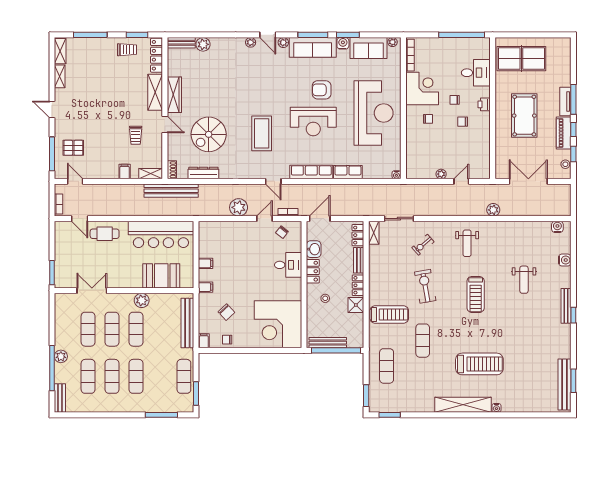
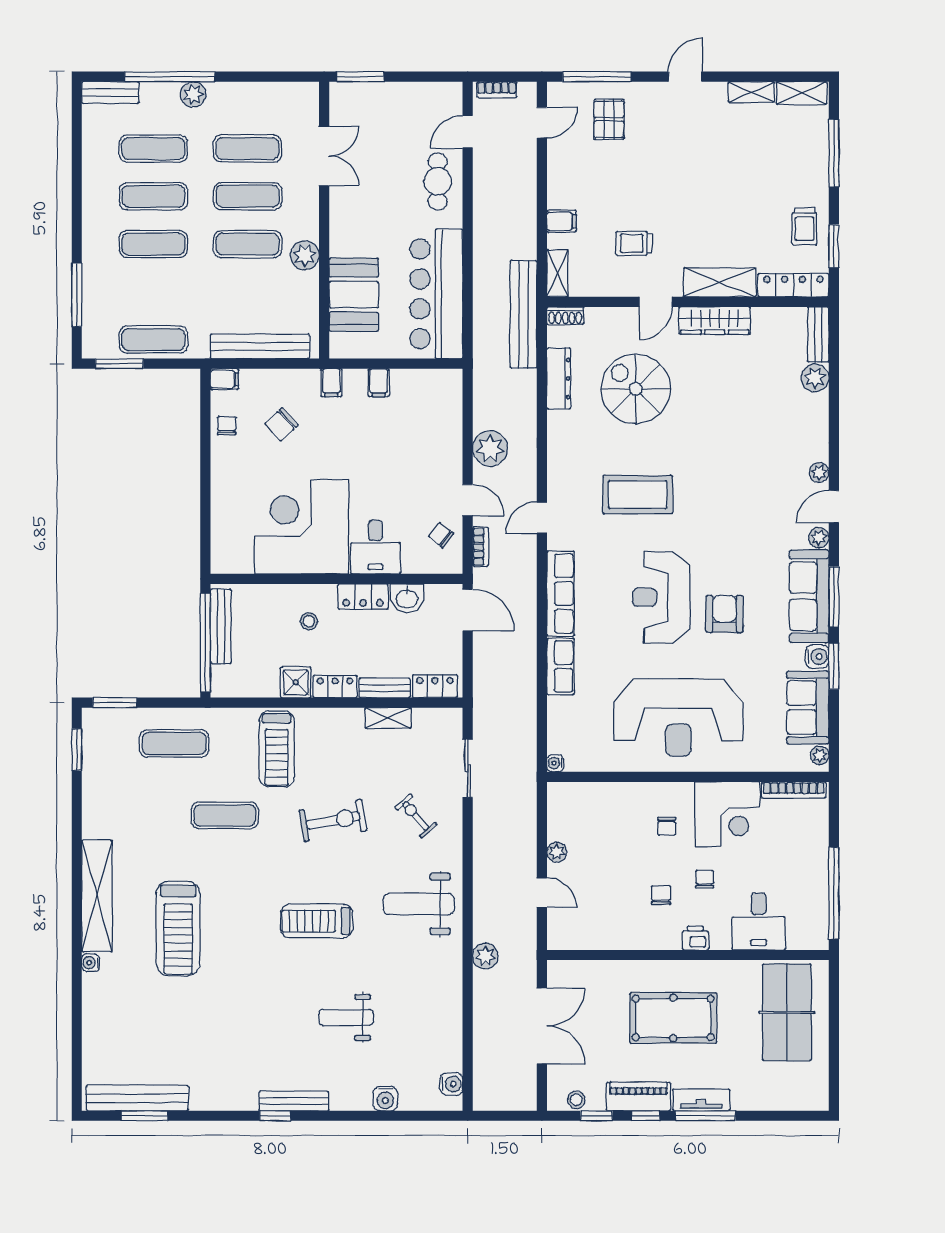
shelving: (374, 233) -> (388, 718), moved
weight bench: (467, 243) -> (419, 904), width x1.36, depth x1.33
corner desk: (278, 324) -> (302, 527), moved

